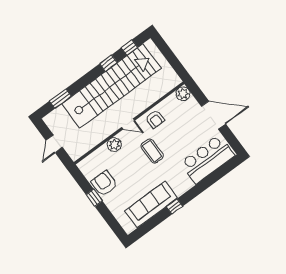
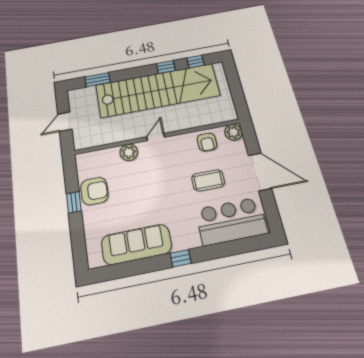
armchair: (155, 119) -> (207, 142), moved
door: (128, 124) -> (156, 137), swing flipped
coffee table: (152, 151) -> (208, 180), moved, turned 90
armchair: (104, 183) -> (94, 191), turned 90
window: (175, 206) -> (181, 258), moved

